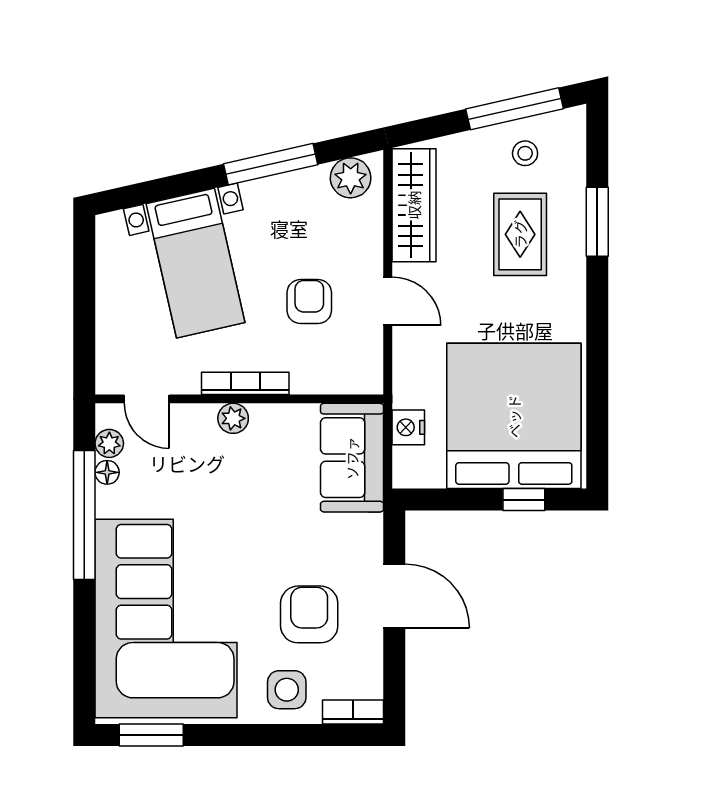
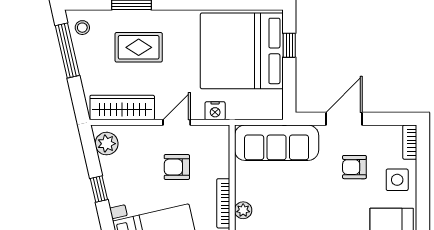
stool: (525, 153) -> (82, 28), moved
window: (271, 164) -> (99, 189), width x0.46
nightstand: (408, 427) -> (215, 111), moved
sofa: (352, 458) -> (277, 143), width x1.36
armchair: (309, 614) -> (354, 167), width x0.72, depth x0.72

